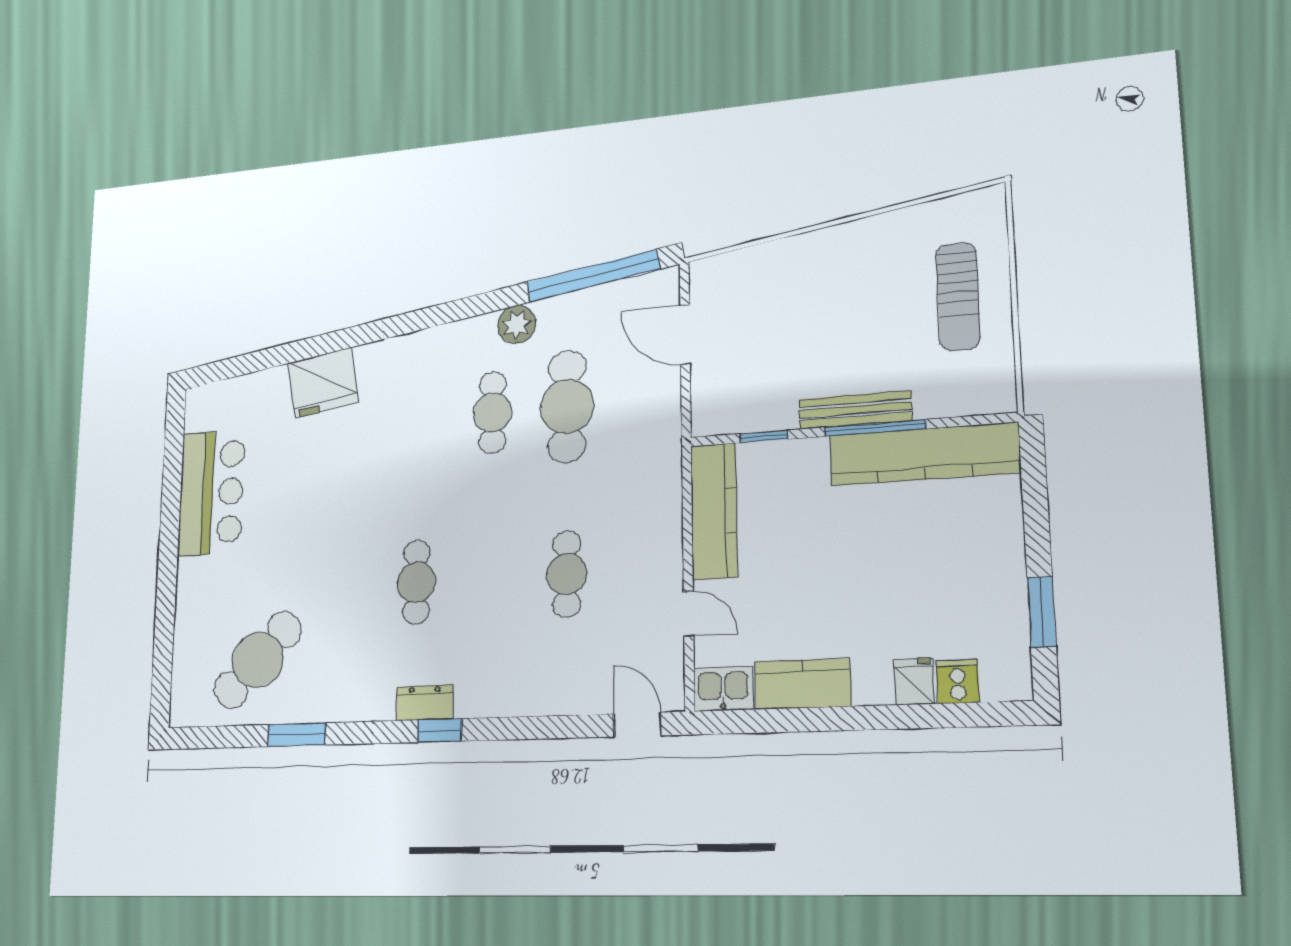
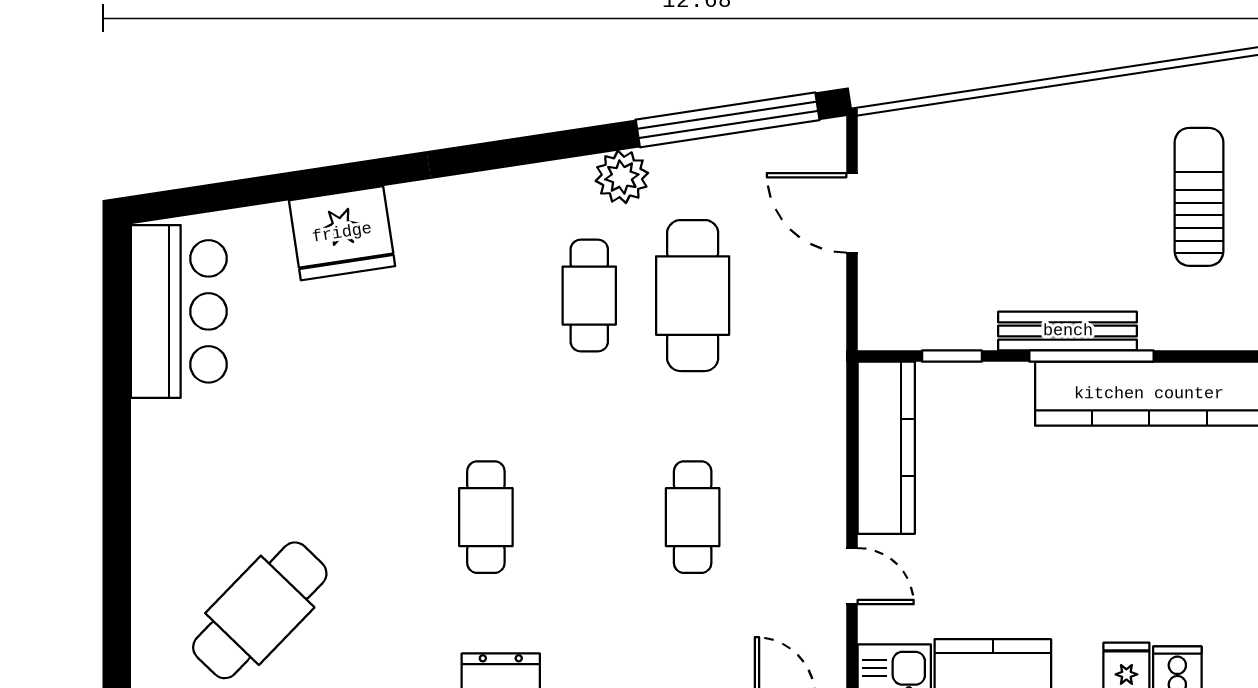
sun lounger: (958, 297) -> (1199, 197), turned 180
bar counter: (211, 493) -> (179, 311), moved

